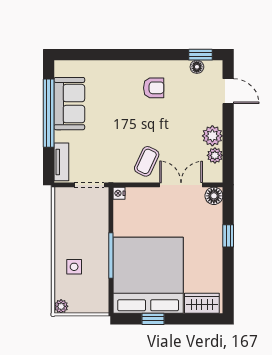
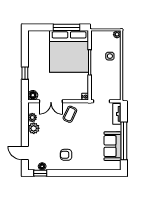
wardrobe: (202, 303) -> (39, 36), removed
window: (153, 319) -> (66, 27), width x2.17

